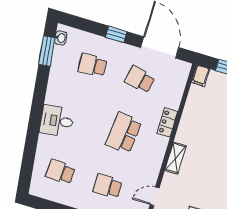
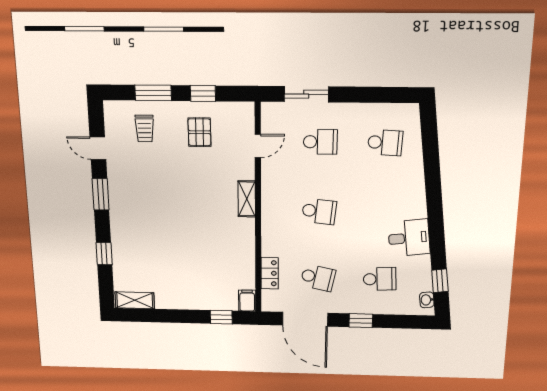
window: (47, 51) -> (440, 281), width x0.67
desk: (57, 121) -> (409, 238), moved
locker: (167, 122) -> (270, 273), moved
school desk: (124, 133) -> (319, 211), width x0.54

